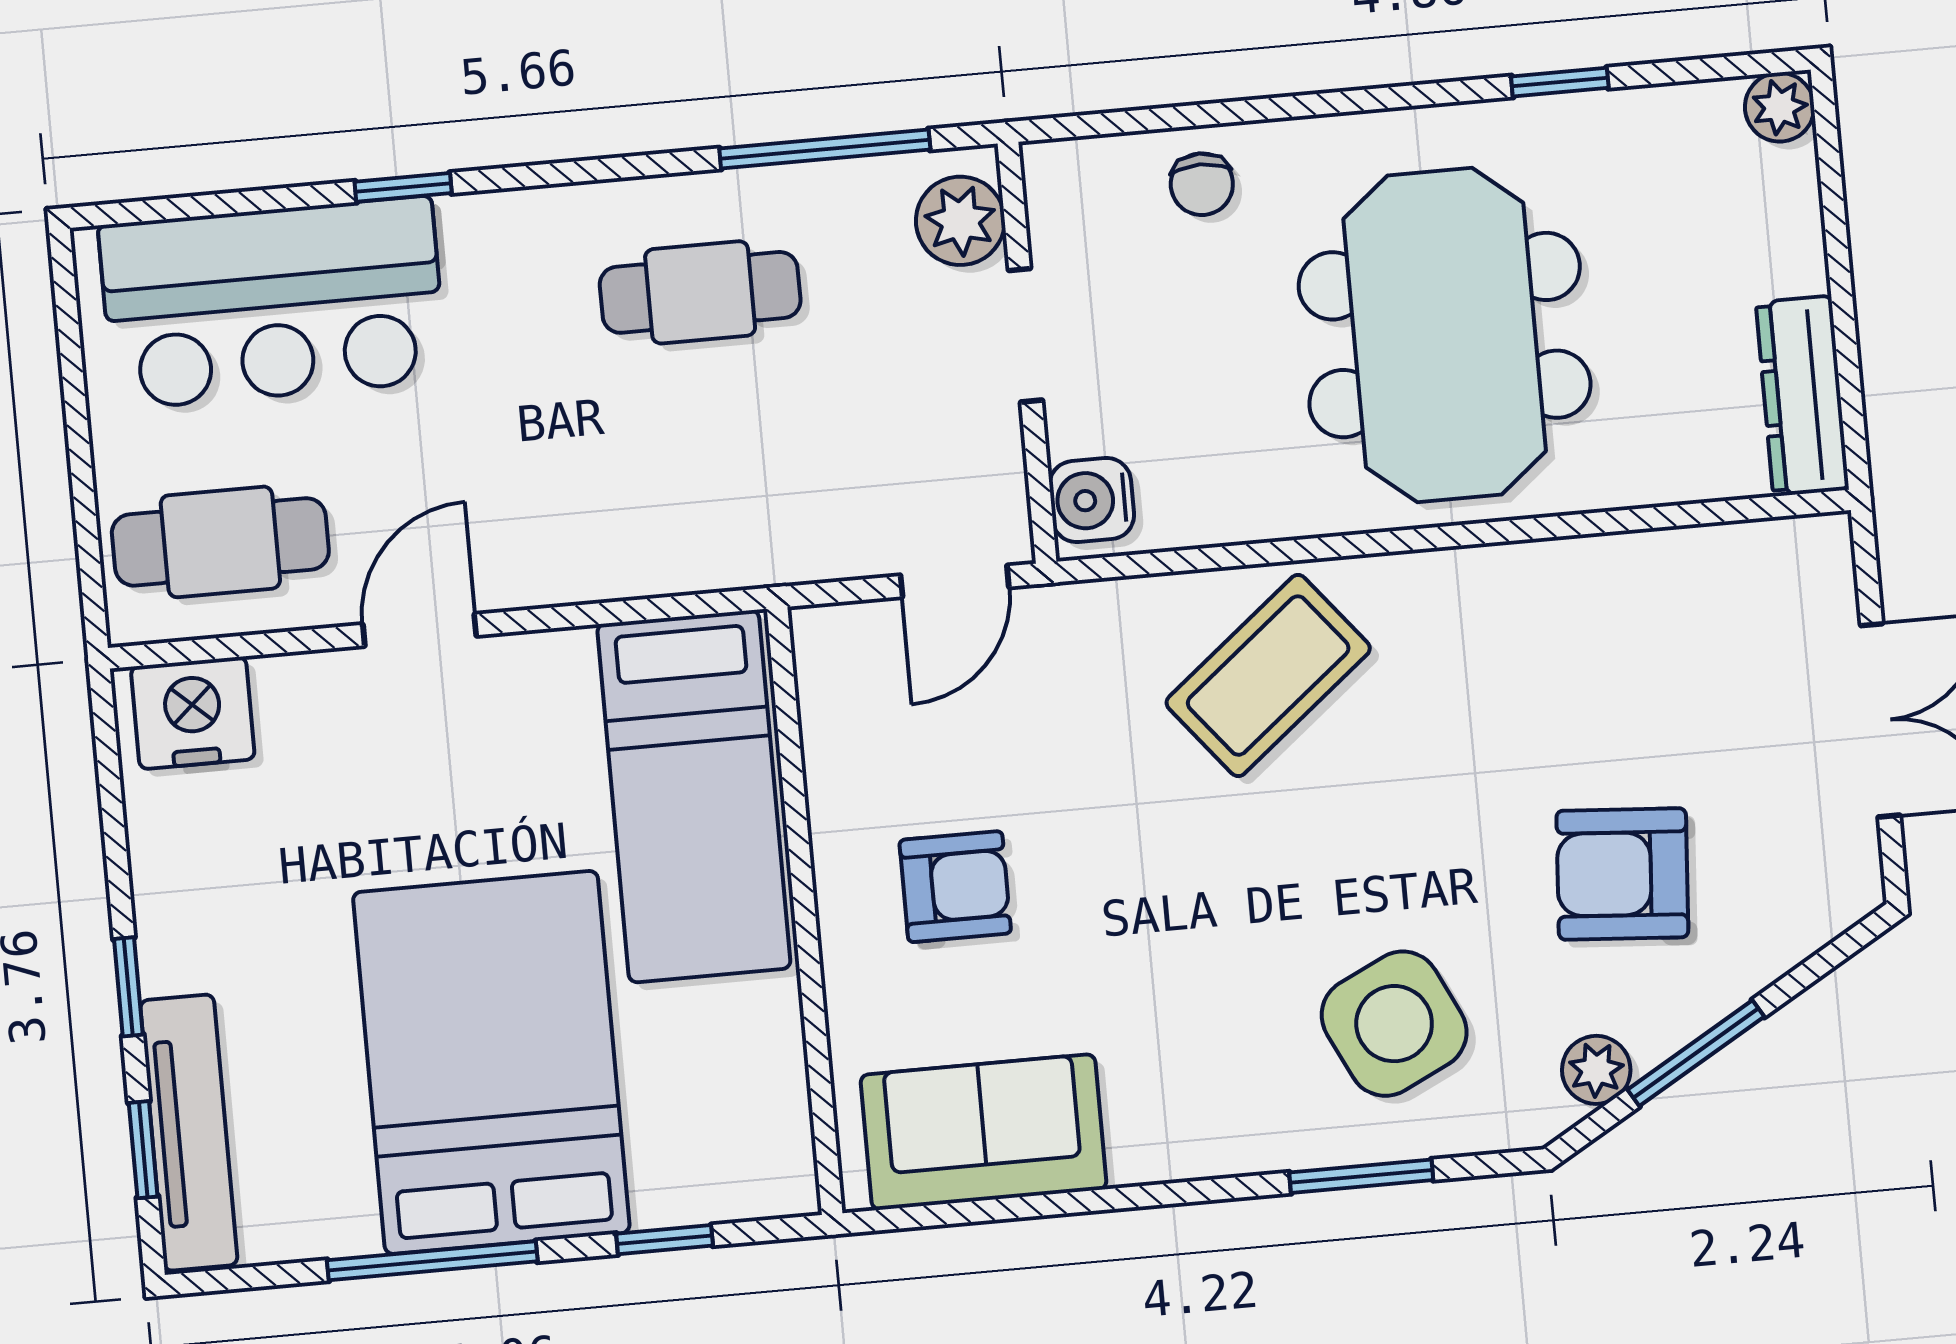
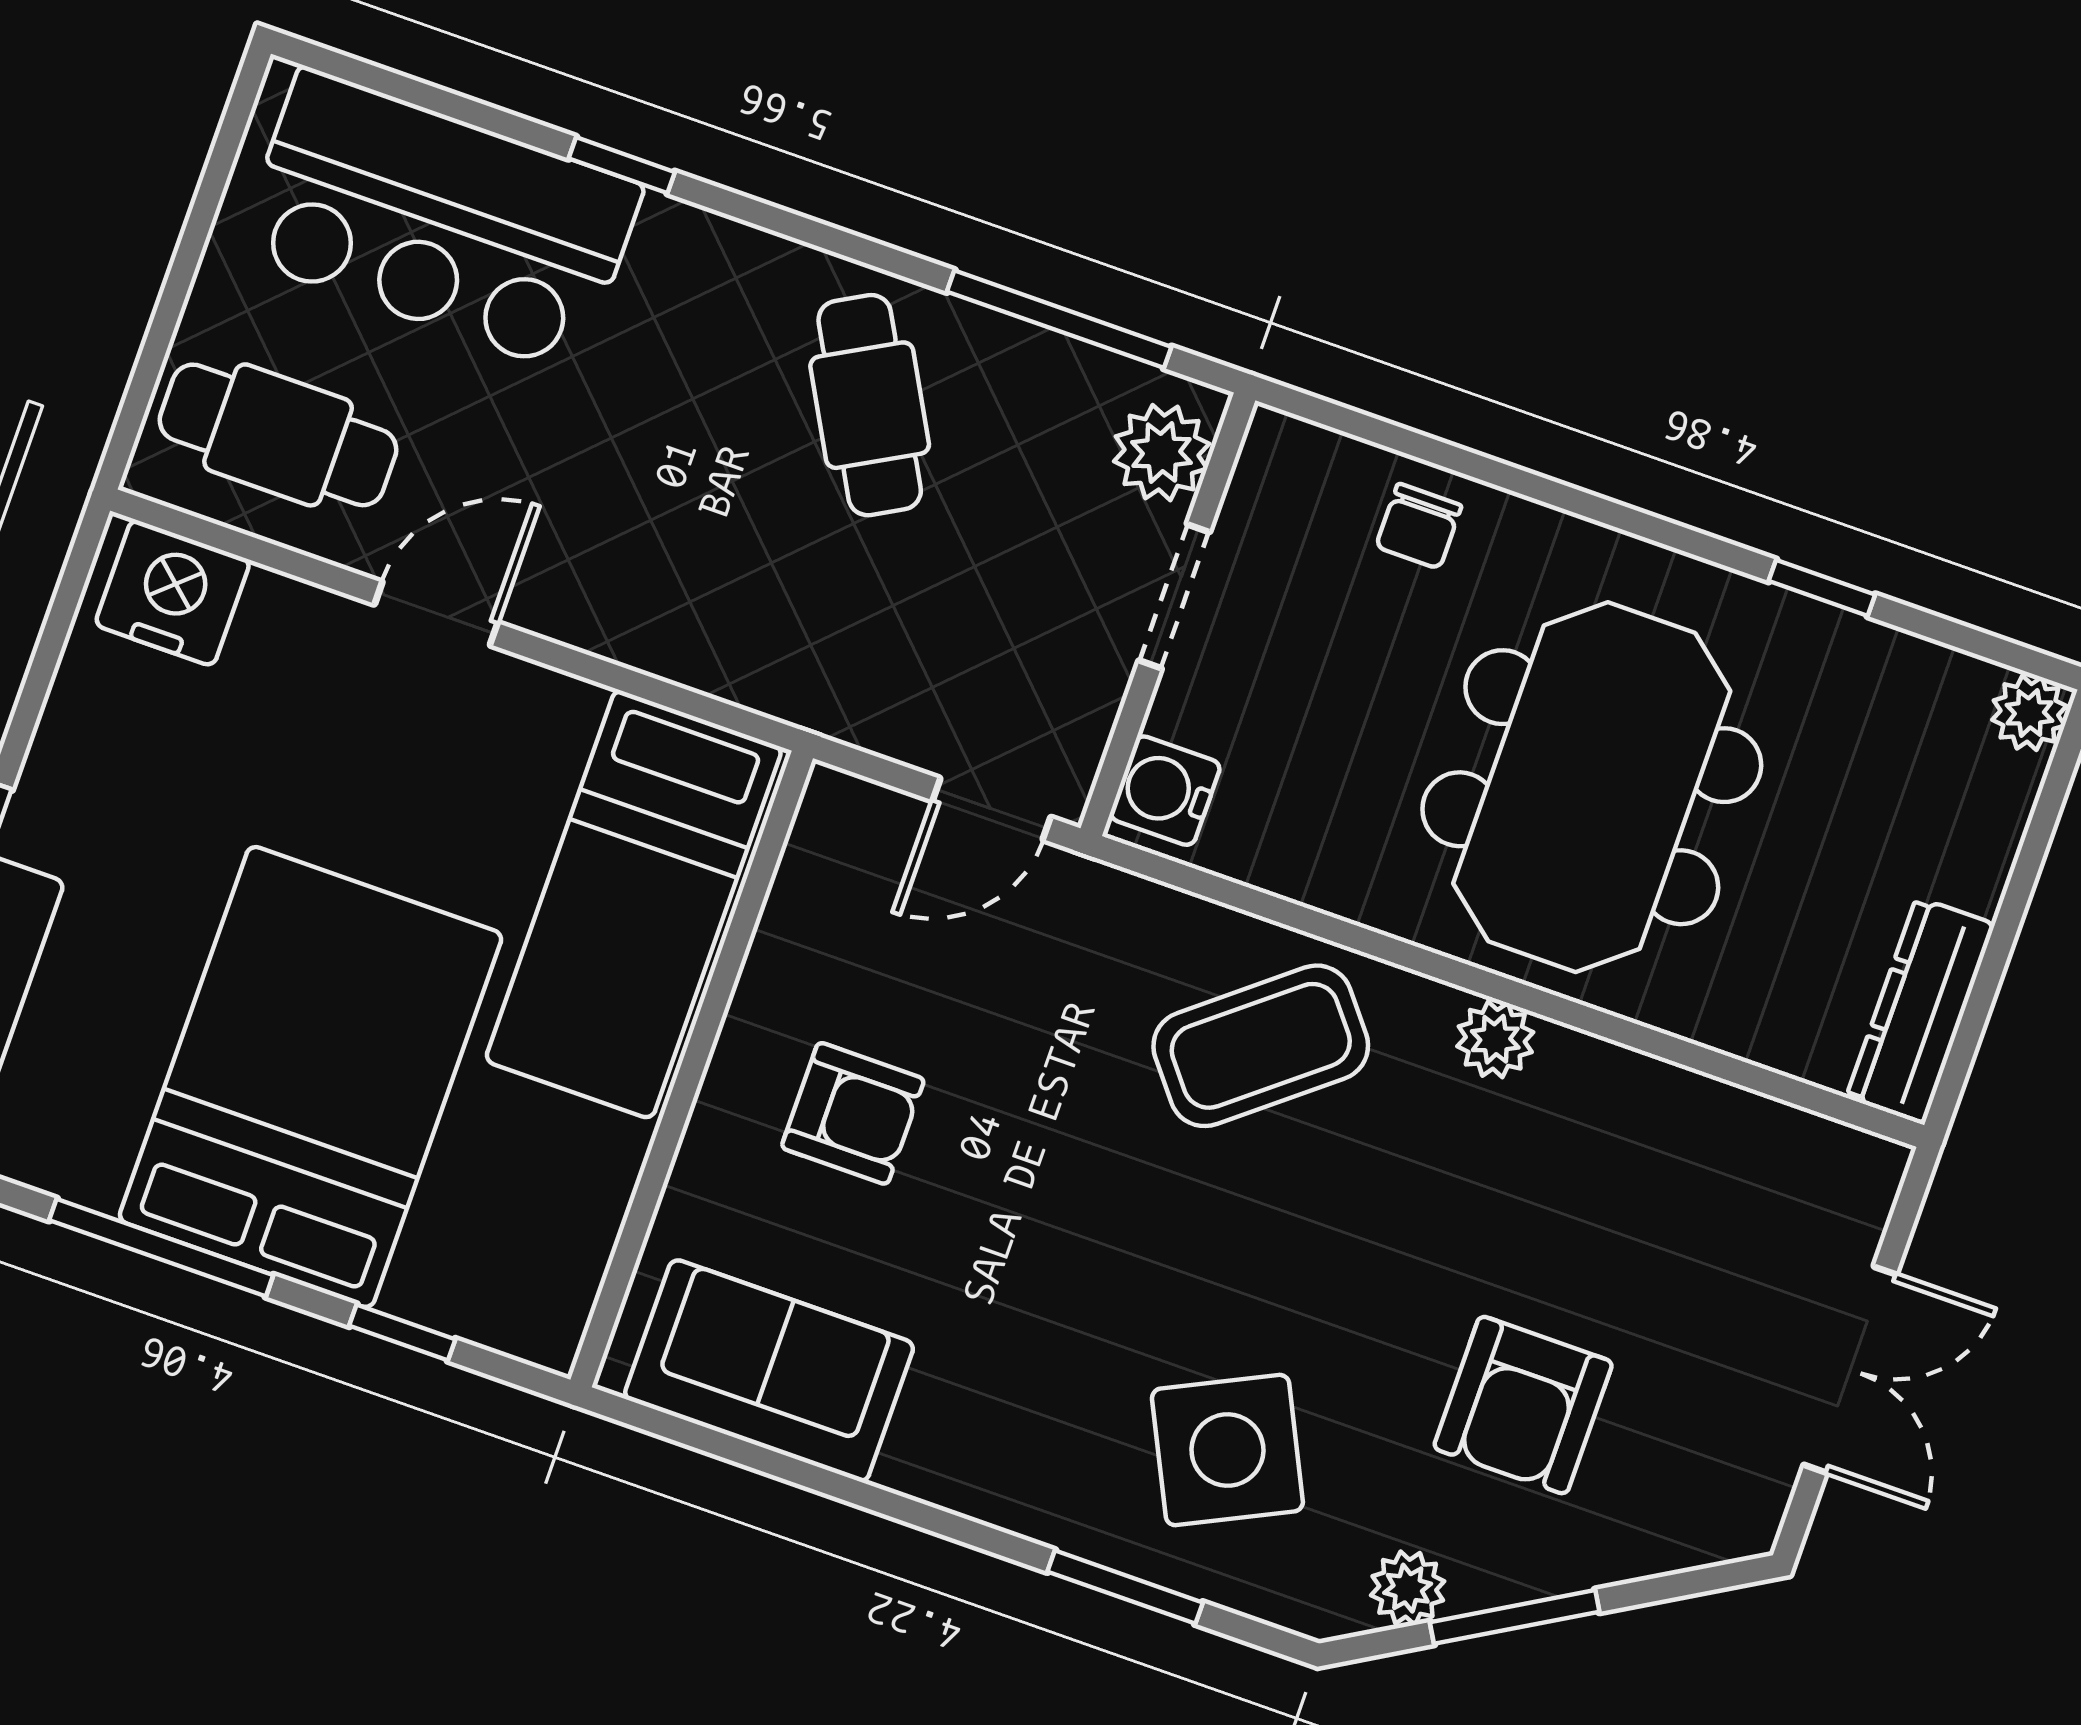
cafe table: (700, 292) -> (870, 405), turned 61
plant: (1460, 581) -> (1495, 1039), added
armchair: (1622, 874) -> (1523, 1405), turned -94

